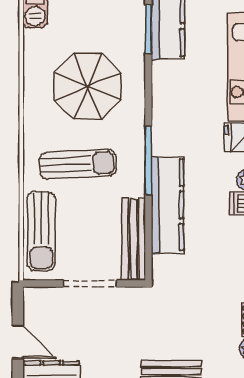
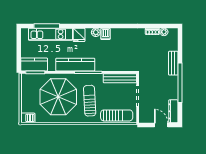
parasol: (88, 86) -> (58, 97), width x1.36, depth x1.36
kitchen counter: (168, 205) -> (75, 65), moved
door: (18, 342) -> (161, 125), hinge flipped

